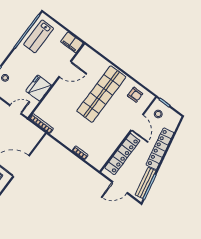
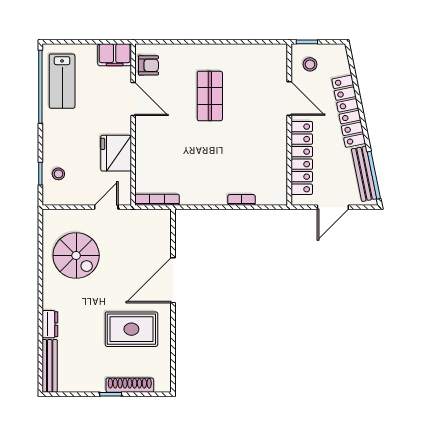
door: (65, 69) -> (133, 99), hinge flipped
shop shelf: (101, 94) -> (210, 96), width x0.50, depth x0.74
armchair: (135, 95) -> (148, 65), moved

